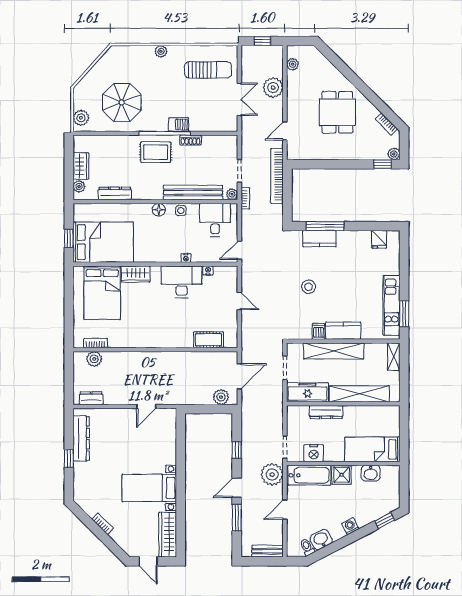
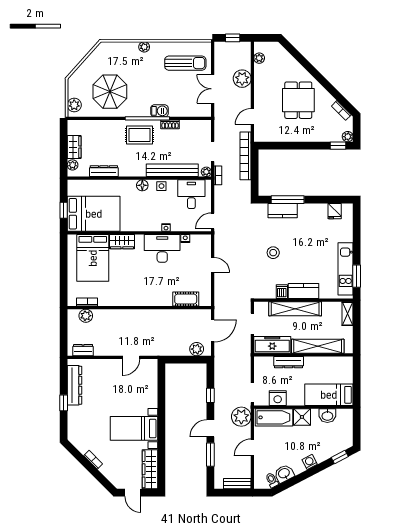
double door: (239, 99) -> (213, 89), swing flipped

